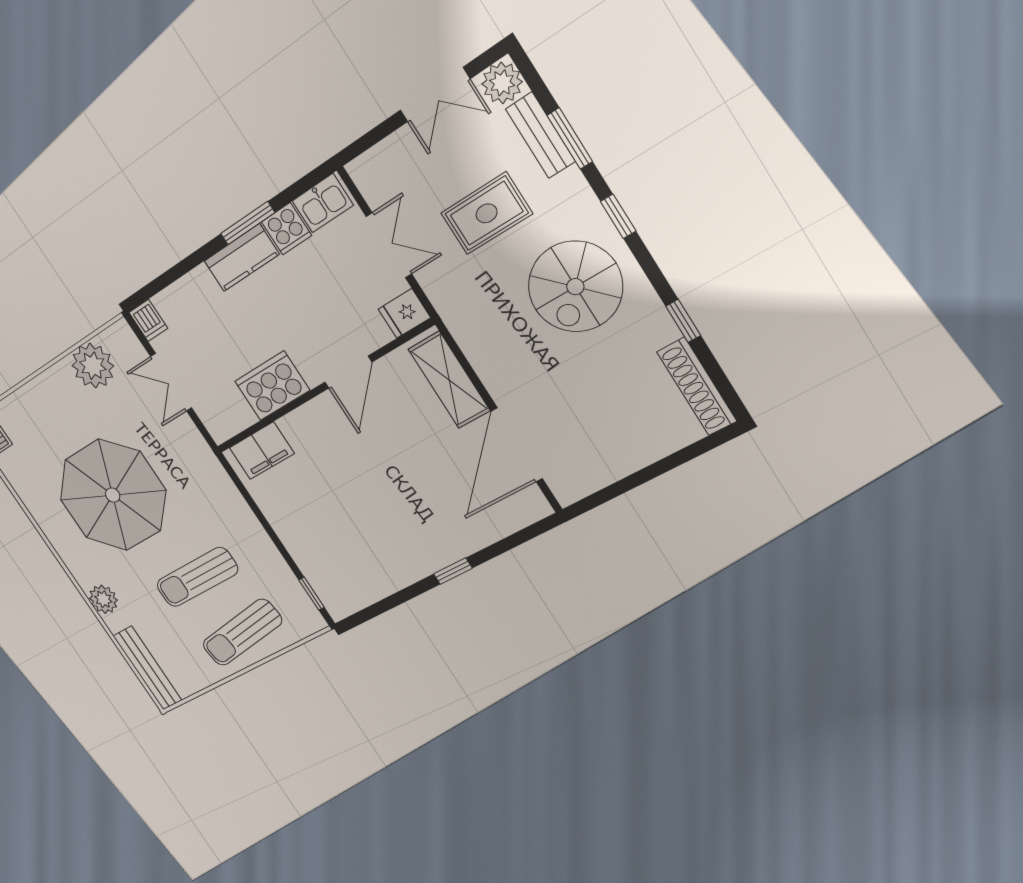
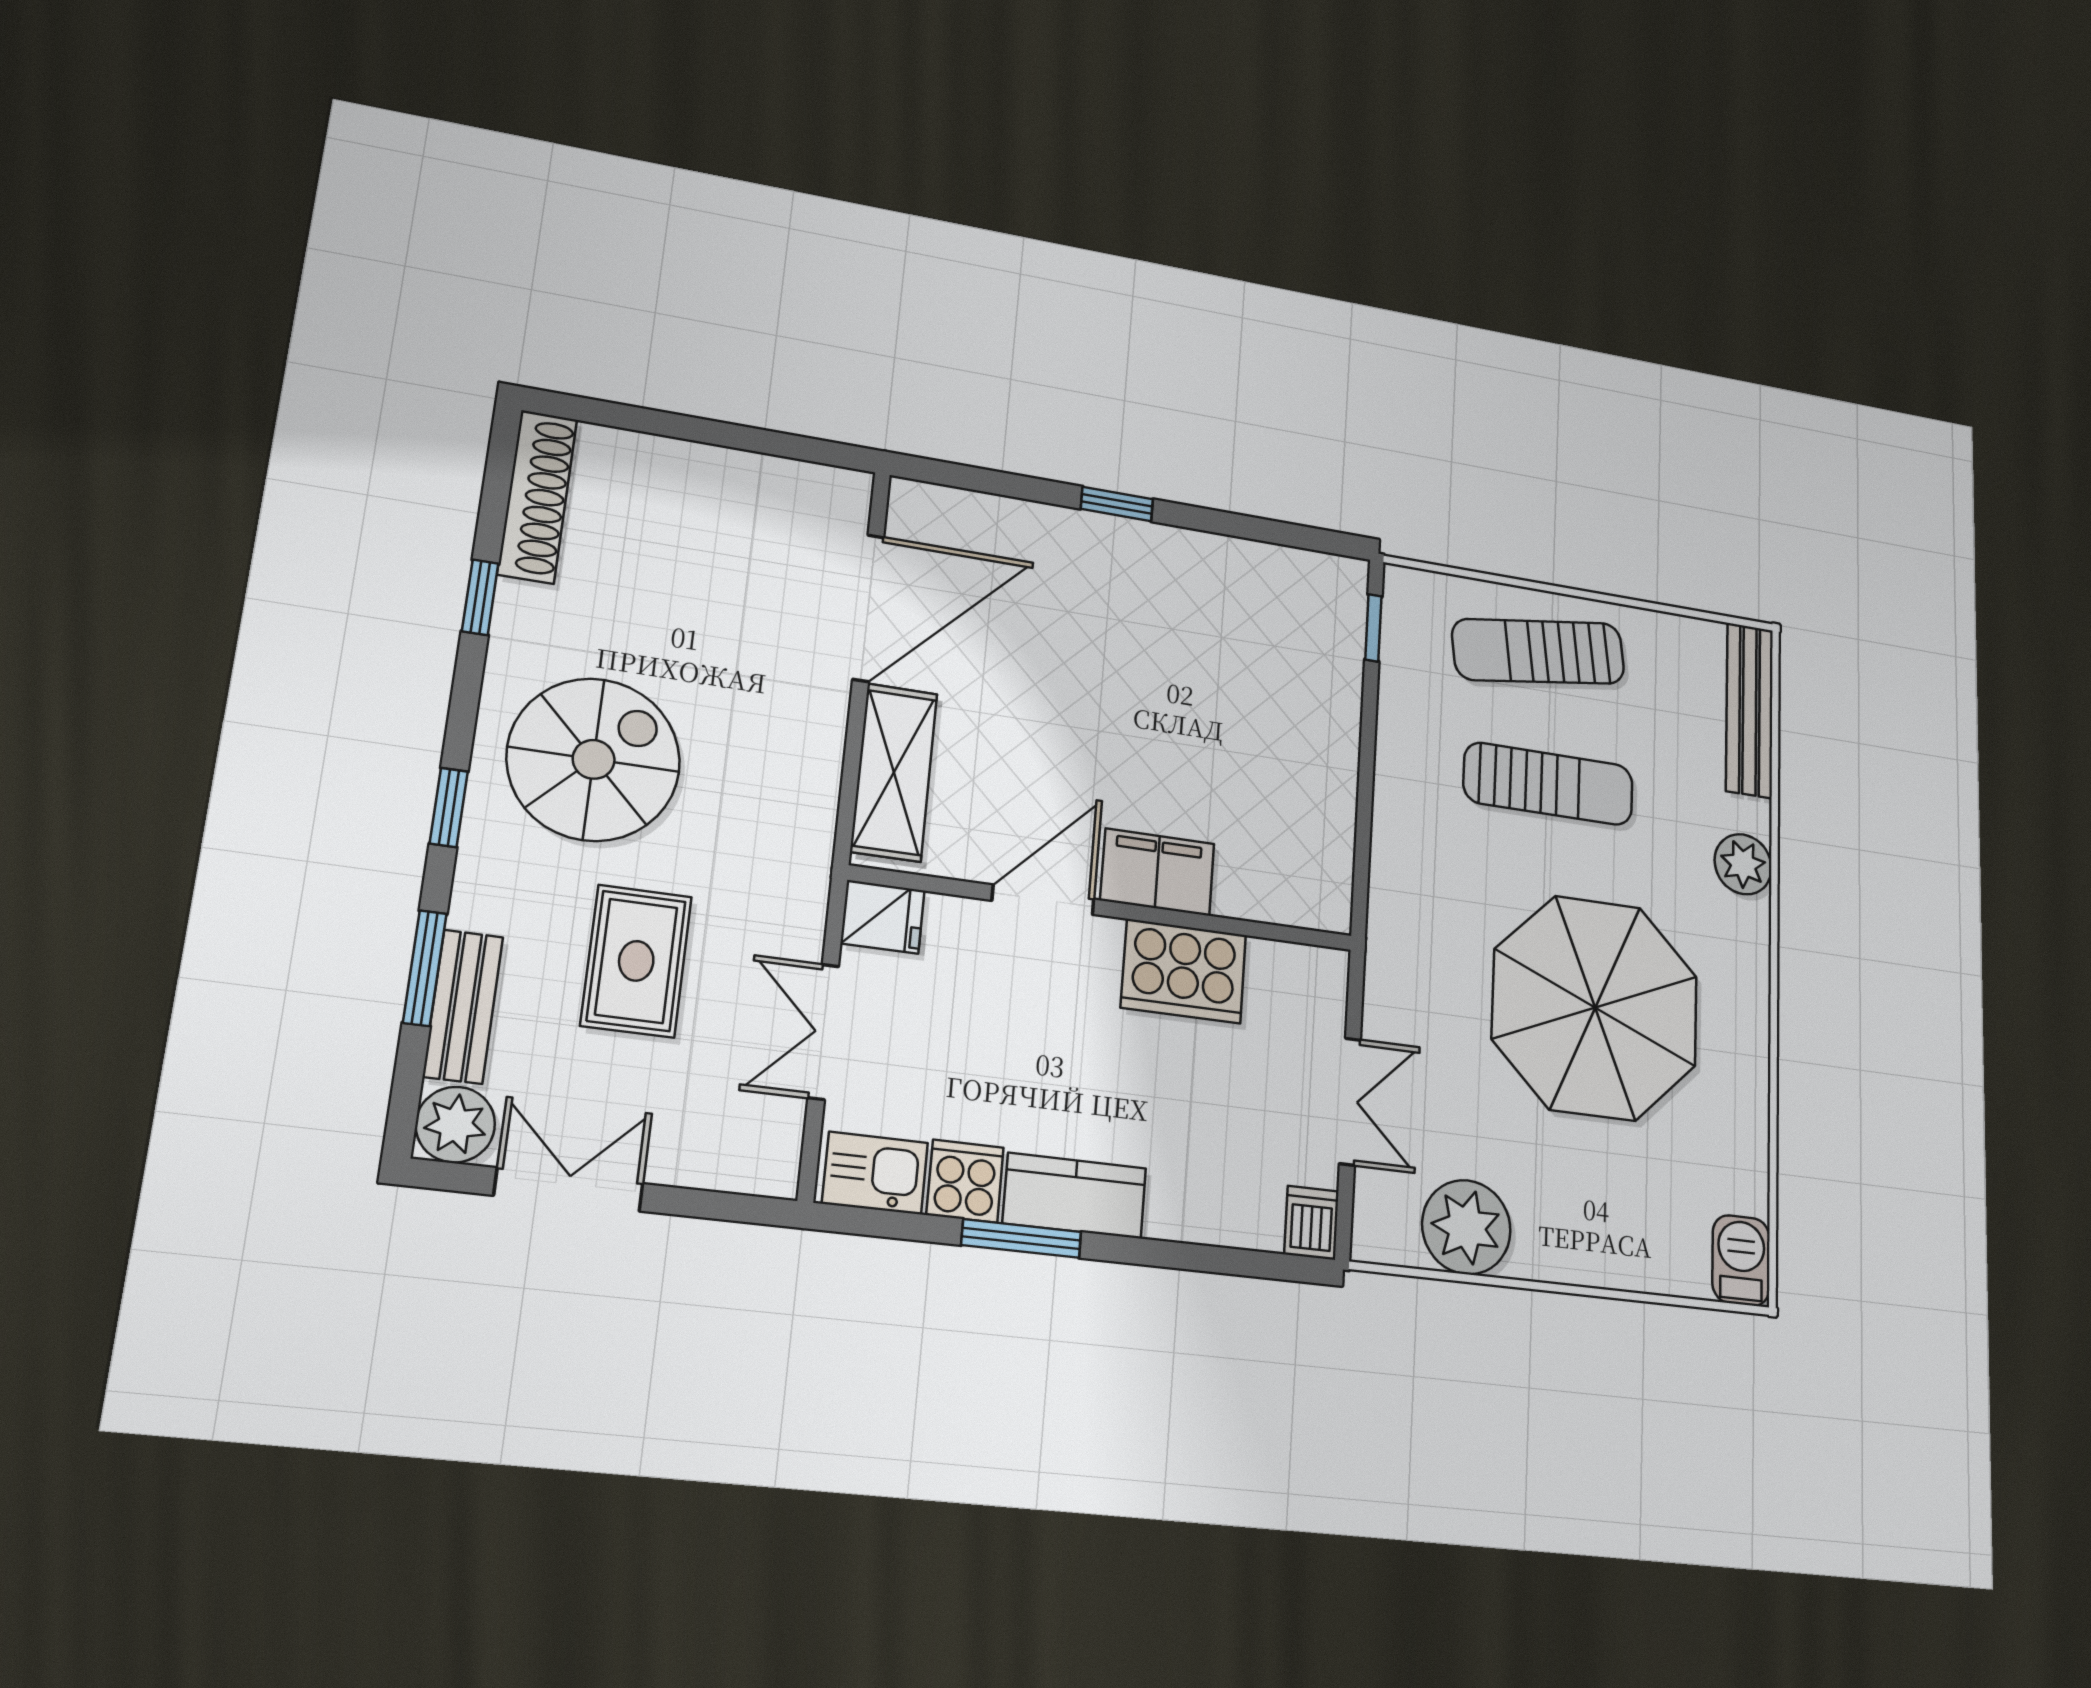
rug: (487, 213) -> (636, 961), turned 90
filing cabinet: (262, 451) -> (1157, 872), moved
sun lounger: (242, 632) -> (1538, 651), turned 180

